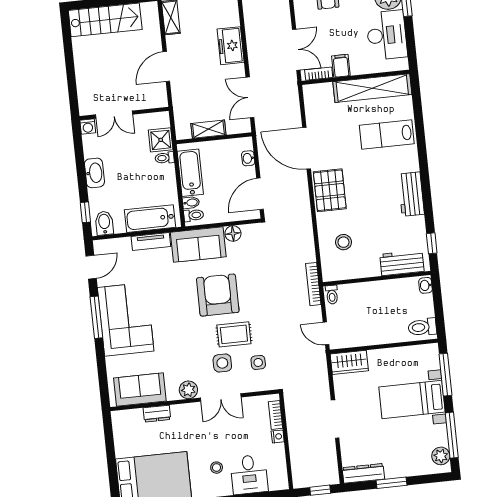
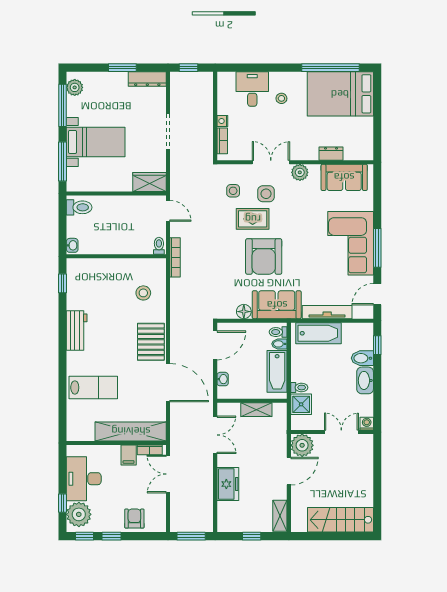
shelving: (372, 88) -> (131, 431), moved
plant: (155, 96) -> (302, 445), added
bidet: (104, 223) -> (362, 358), moved, turned 90
tv unit: (151, 242) -> (327, 312), width x1.41
workbench: (402, 263) -> (92, 268), removed

